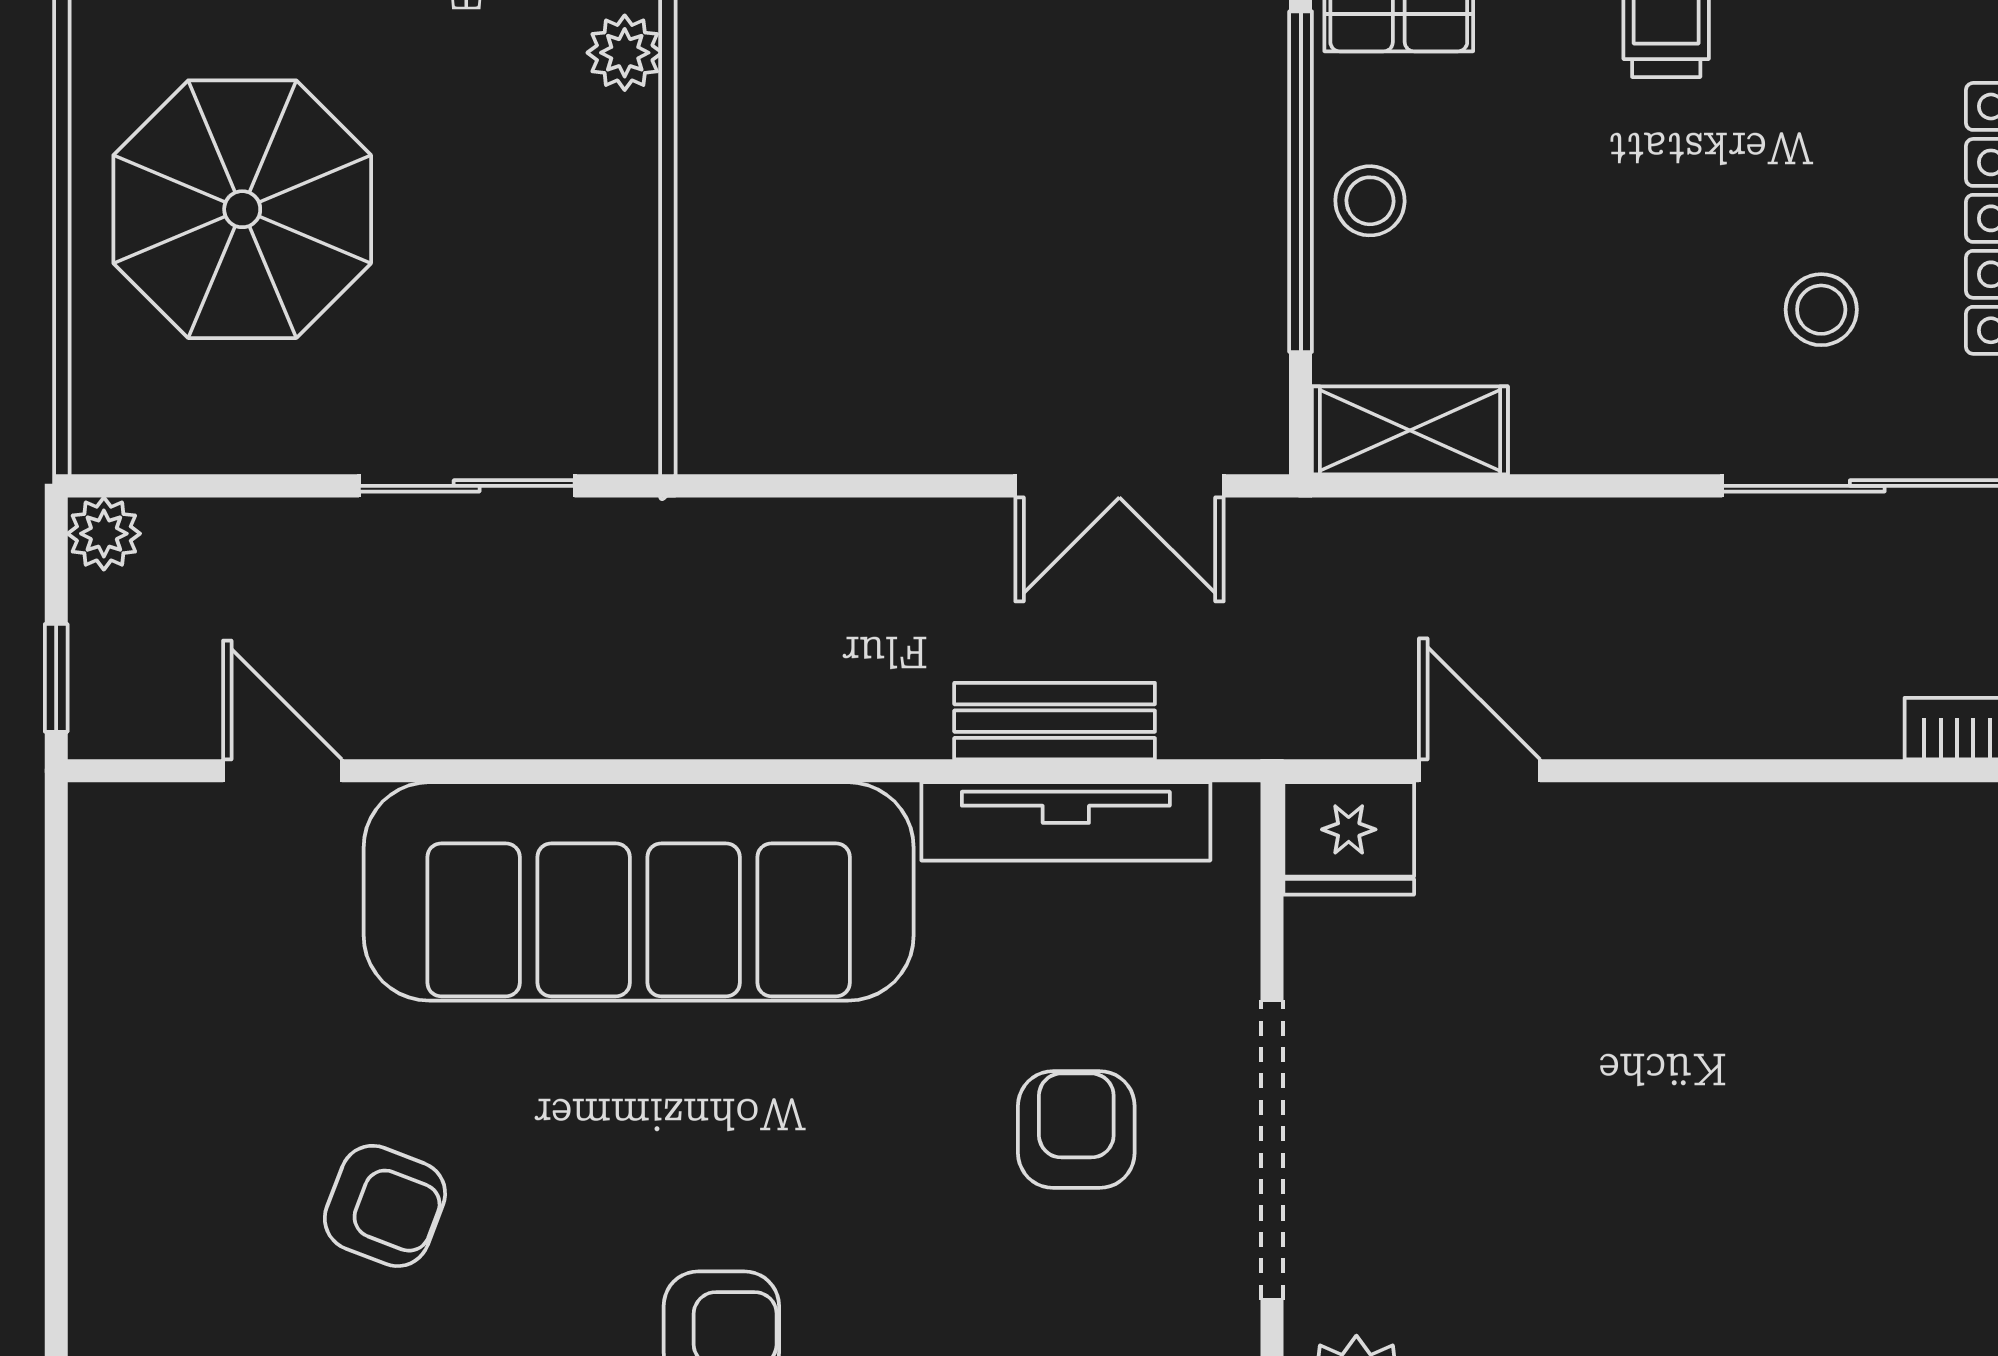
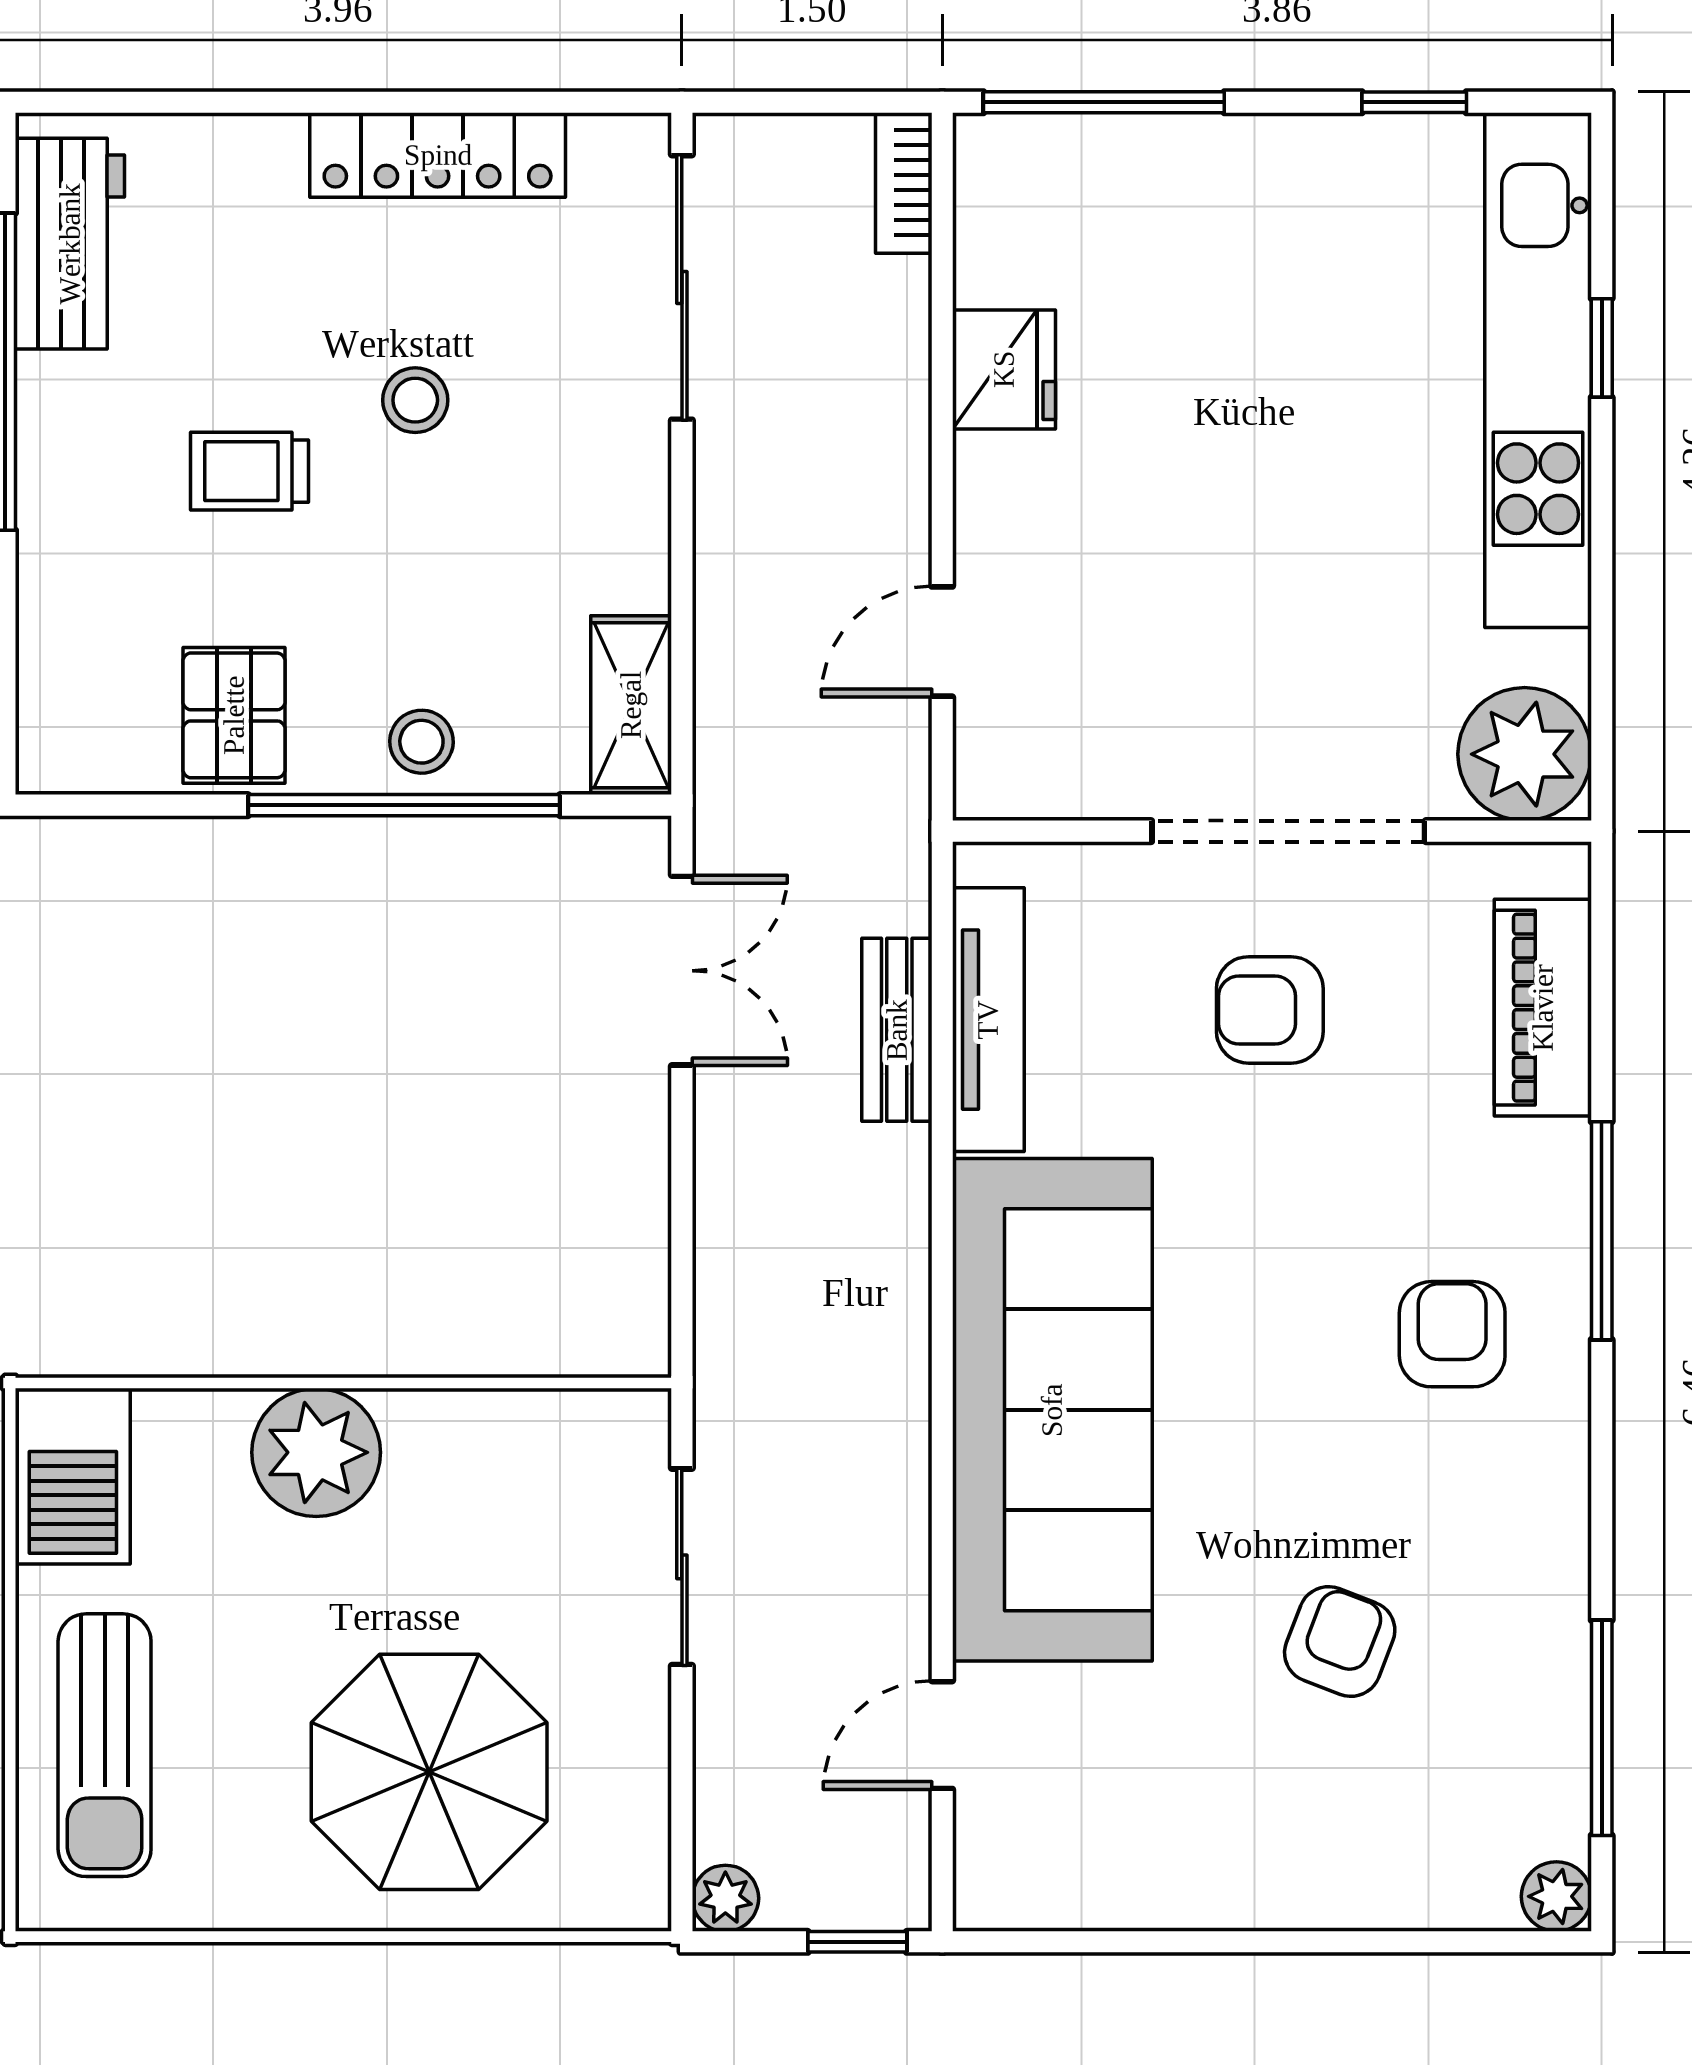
plant: (625, 53) -> (316, 1452), width x1.88, depth x1.88
stool: (1821, 310) -> (415, 400), moved
fridge: (1349, 838) -> (1004, 369), moved

